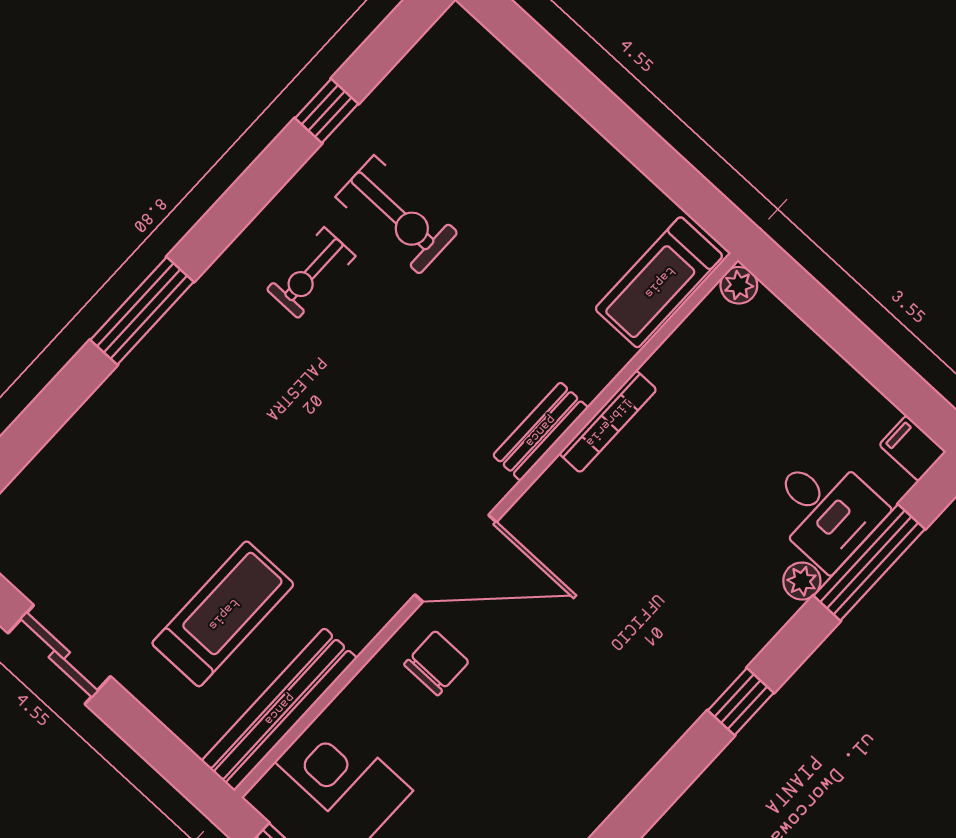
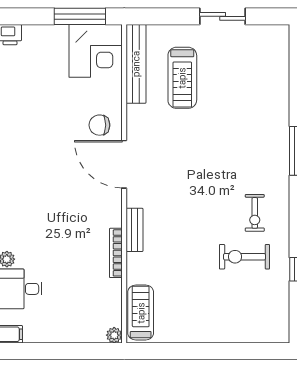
exercise bike: (311, 273) -> (255, 213), turned 180
door: (456, 558) -> (124, 164), hinge flipped
chair: (436, 663) -> (99, 125), turned 90

